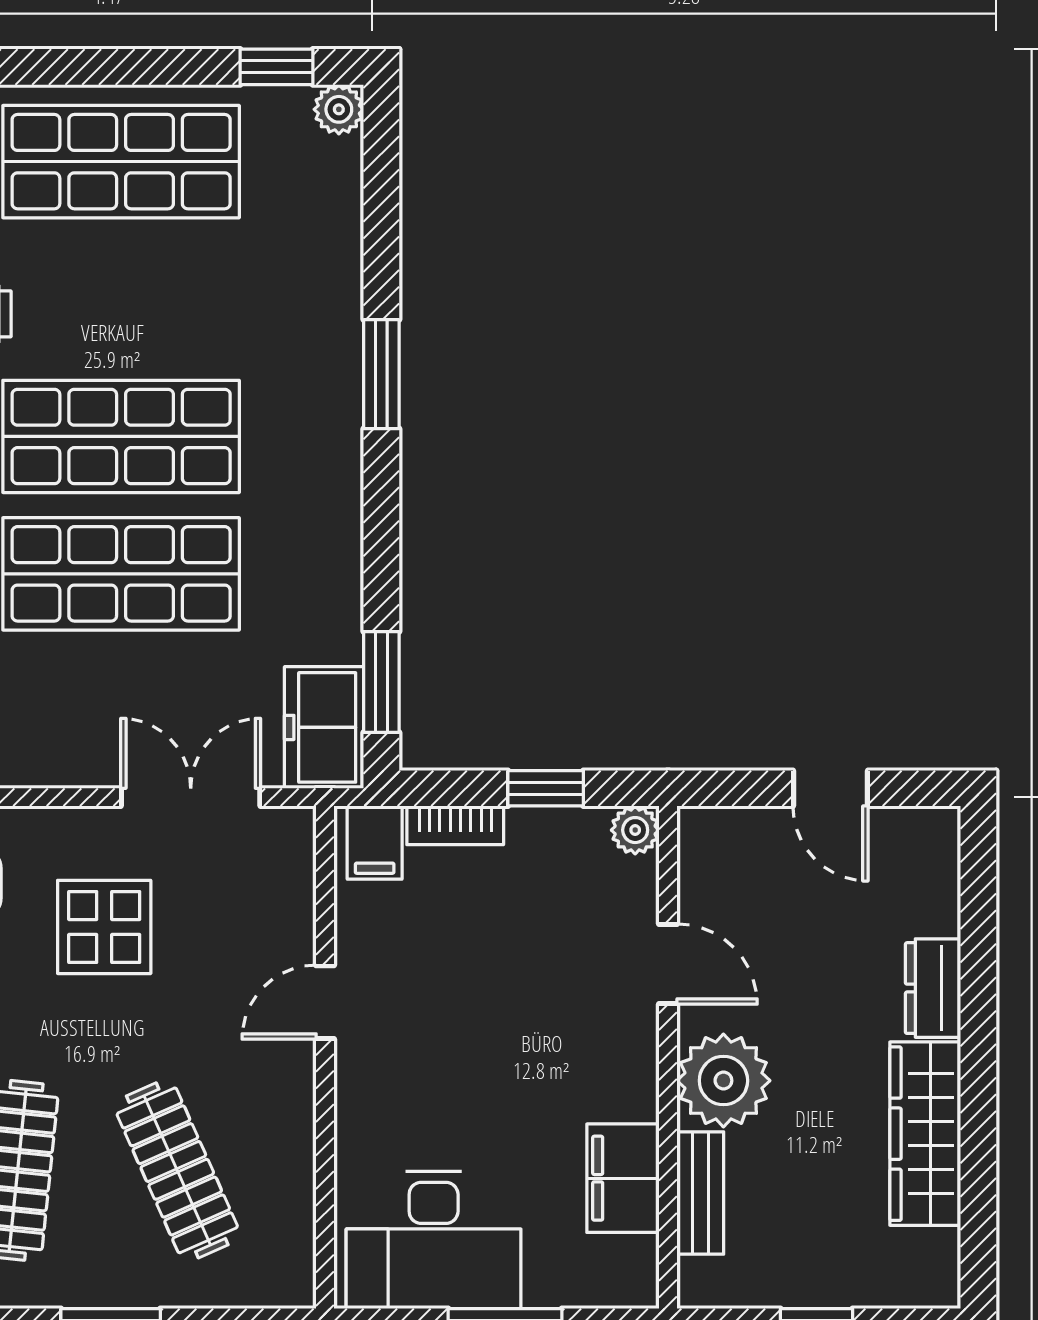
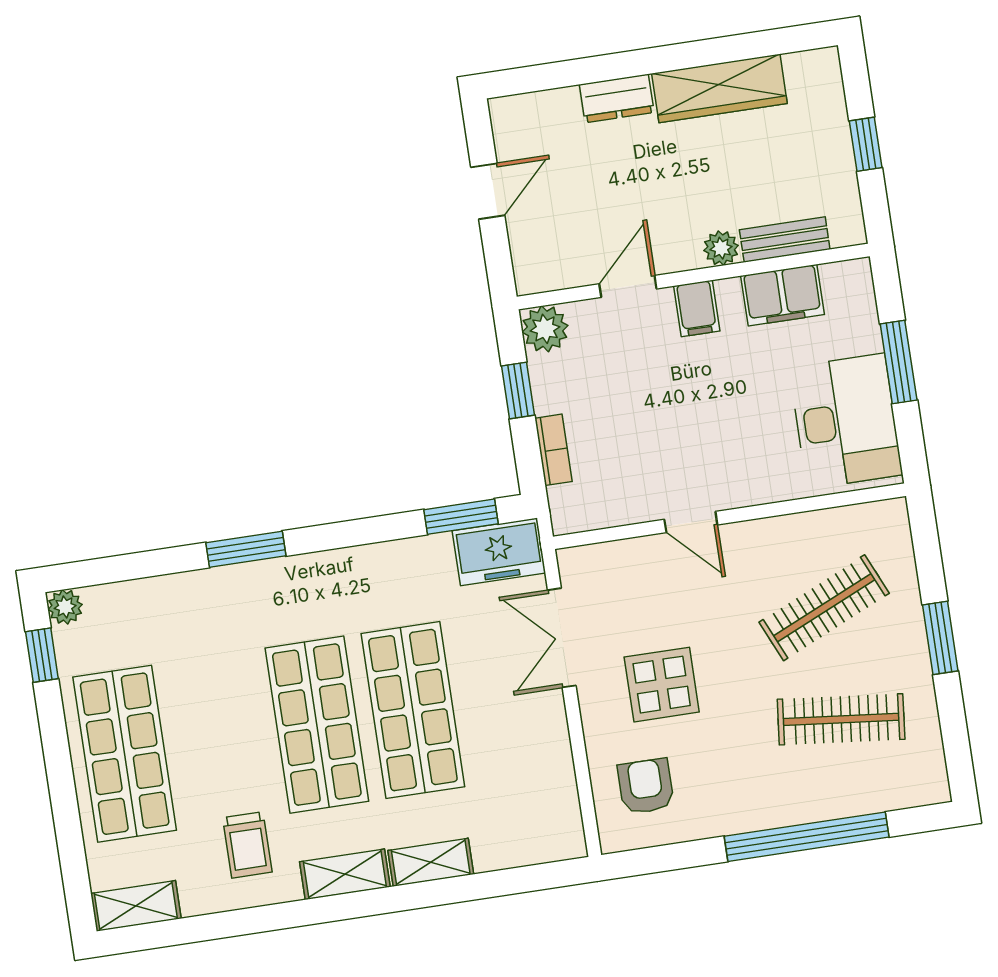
plant: (635, 830) -> (545, 329), width x1.38, depth x1.38
filing cabinet: (375, 843) -> (697, 308), moved, turned 90
plant: (723, 1081) -> (721, 248), width x0.53, depth x0.53

